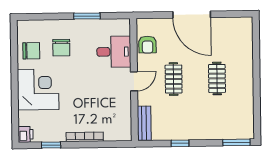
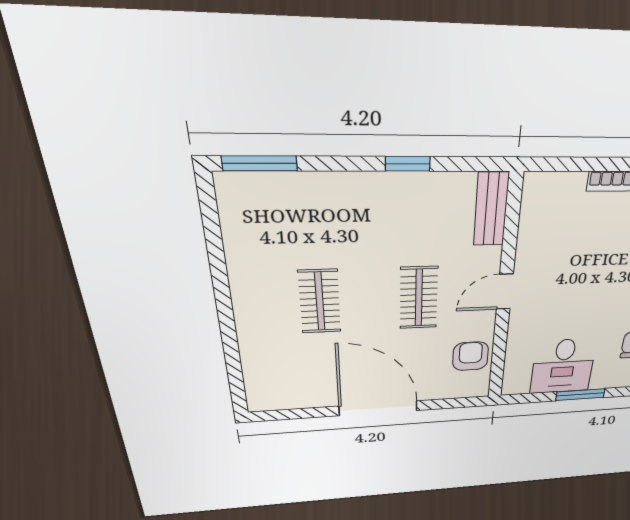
desk: (114, 52) -> (563, 366), moved, turned -90

